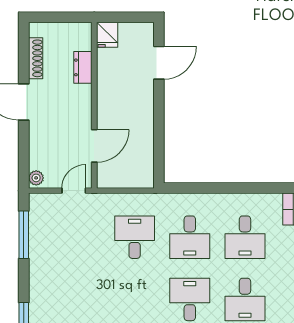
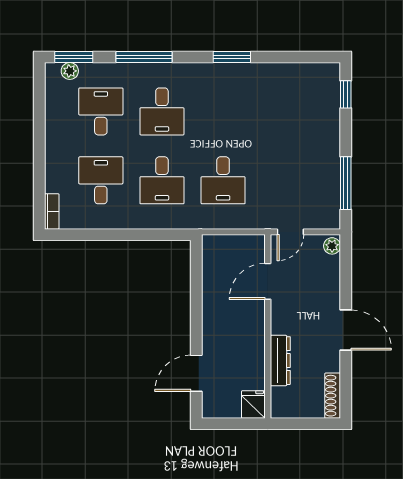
shoe rack: (36, 58) -> (333, 396), moved
dresser: (83, 67) -> (280, 361), width x1.44
desk: (190, 237) -> (162, 180), turned 180

